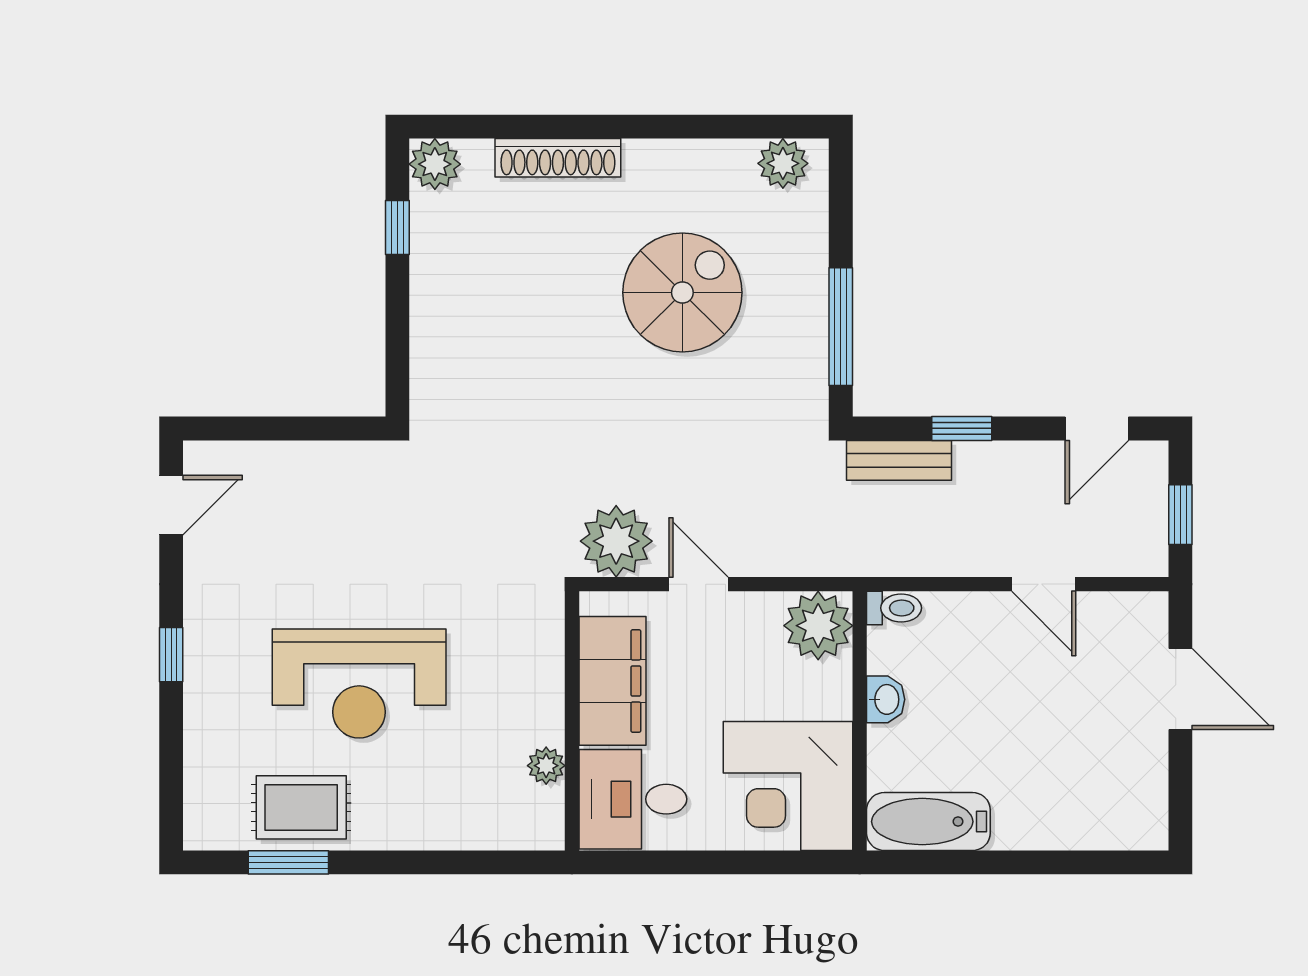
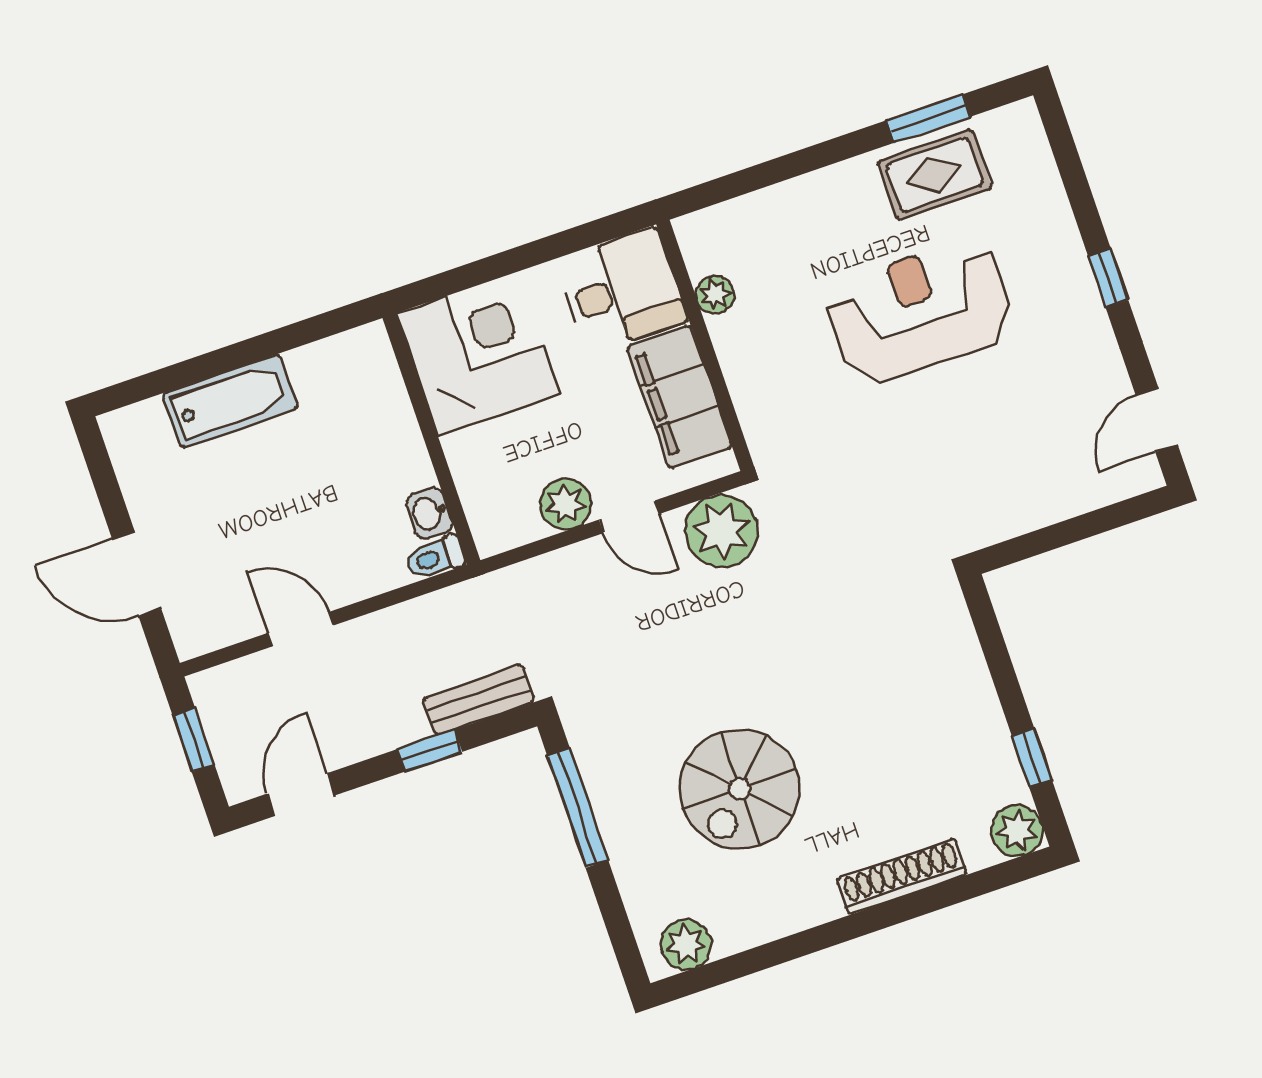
plant: (818, 626) -> (566, 504), moved, width x0.73, depth x0.73
washbasin: (886, 699) -> (429, 513), moved
bathtub: (928, 822) -> (230, 401), moved

